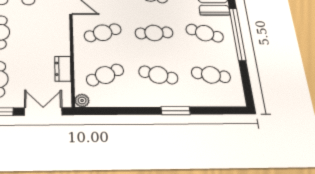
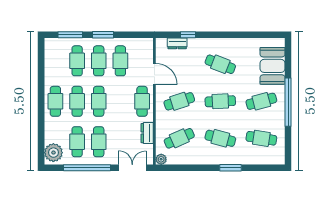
cafe table: (56, 33) -> (142, 101), added
cafe table: (205, 33) -> (261, 101), turned -33

